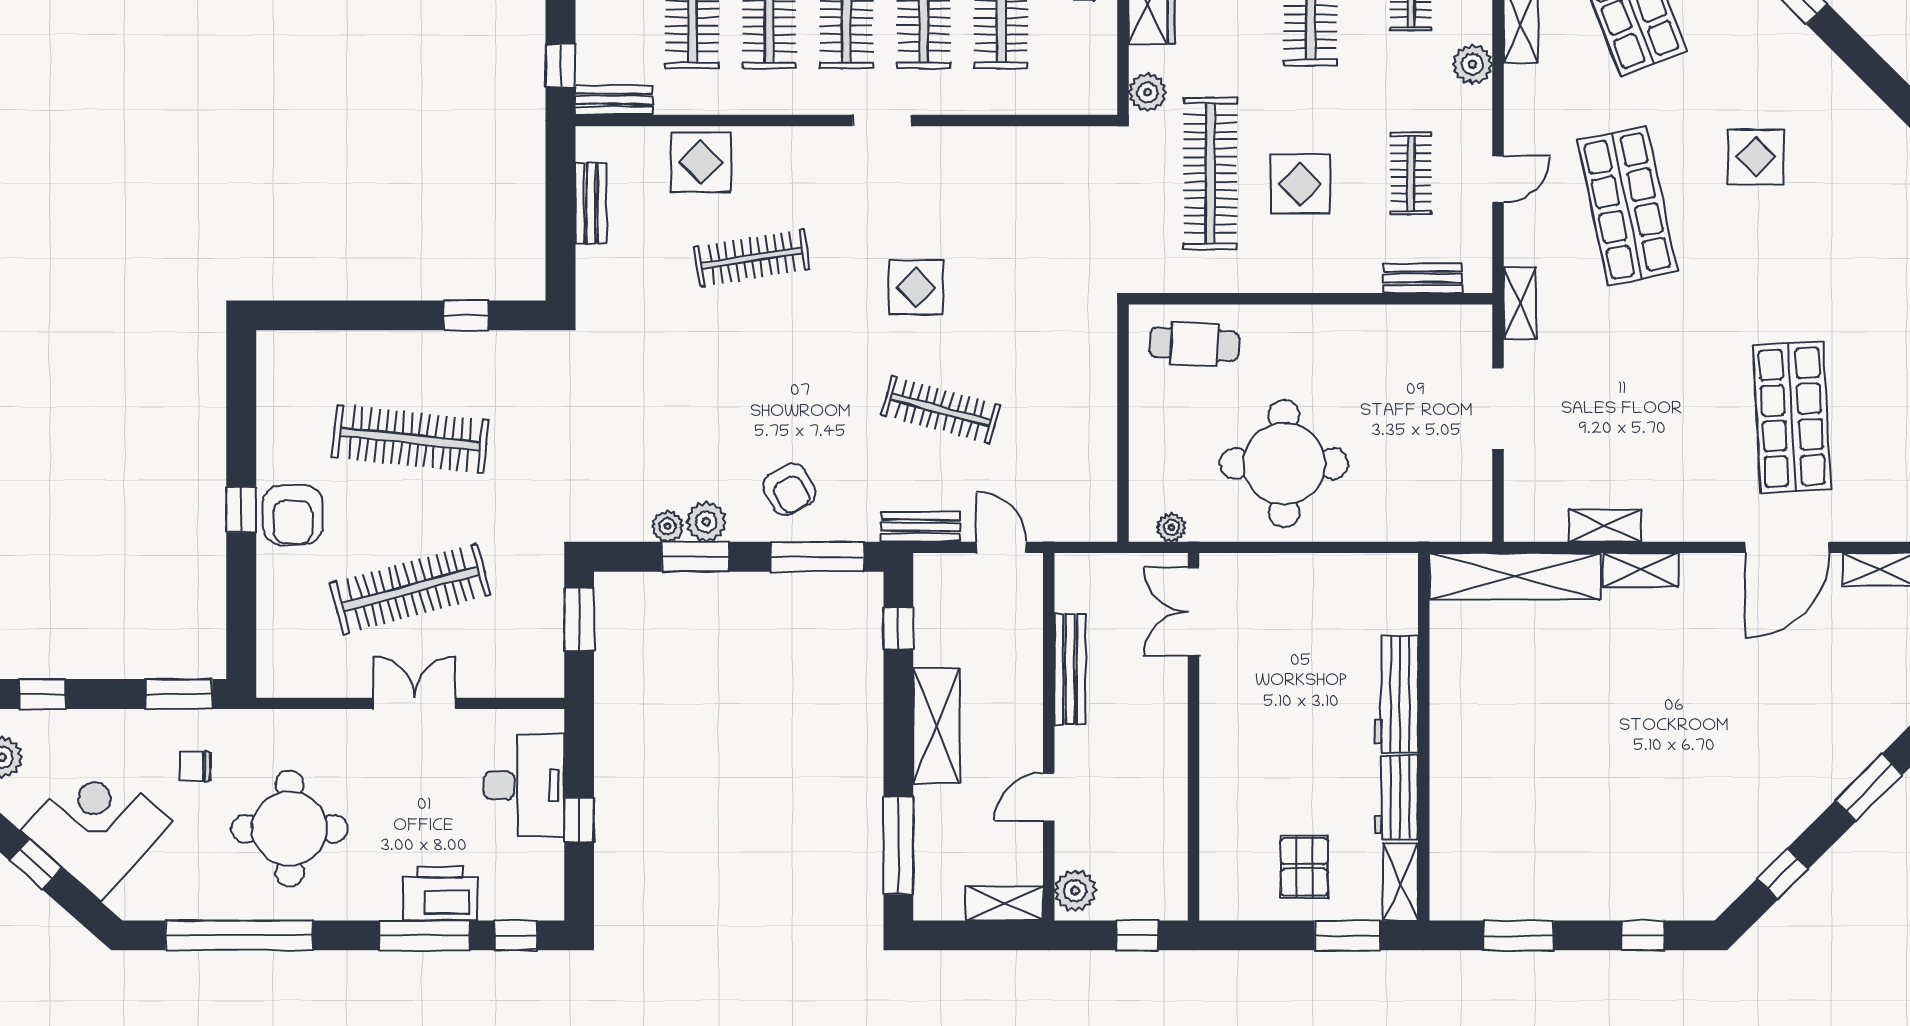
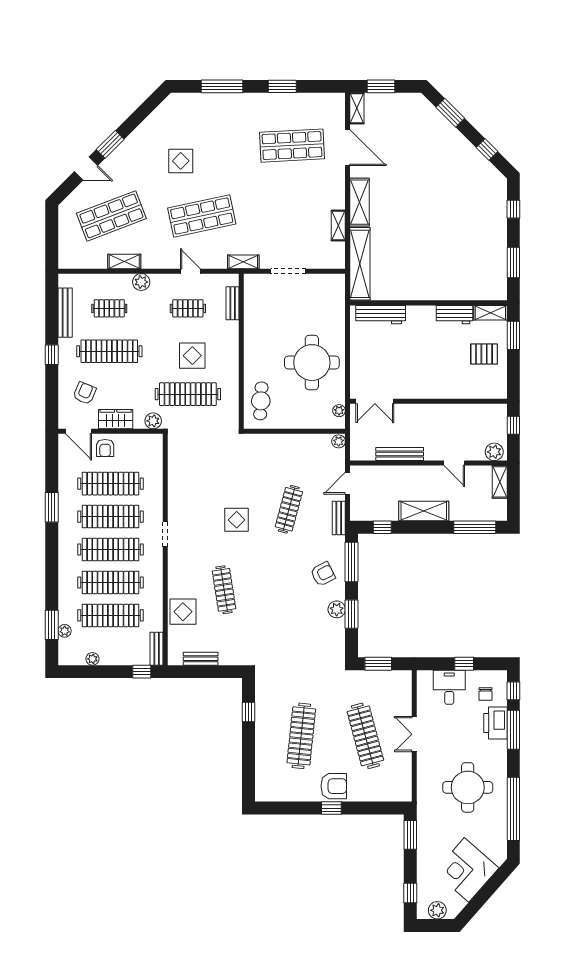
plant: (668, 526) -> (339, 441), moved
shelving: (1641, 570) -> (360, 202), width x1.50, depth x1.33
workbench: (1396, 694) -> (381, 315), moved
chair: (195, 766) -> (486, 694), moved
desk: (524, 785) -> (449, 687), width x0.73
window: (36, 864) -> (483, 896), removed

